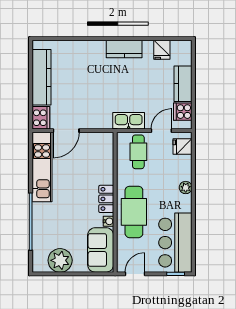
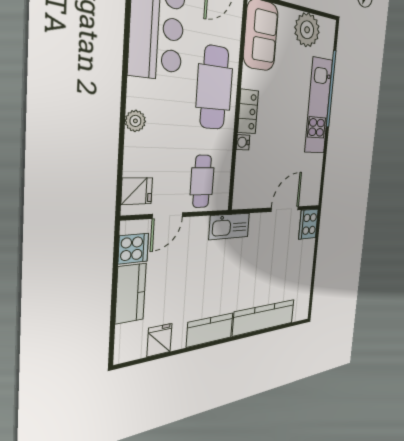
kitchen counter: (41, 77) -> (264, 317), moved, turned 90
kitchen sink: (129, 121) -> (229, 226), moved
kitchen unit: (42, 167) -> (319, 106), moved
water cooler: (108, 221) -> (243, 142), moved

